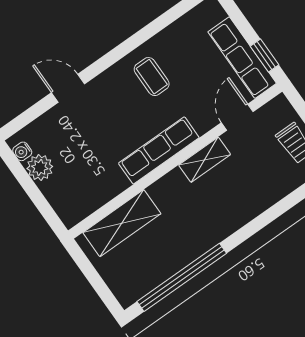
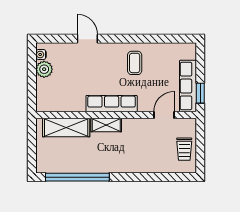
shelving: (205, 160) -> (106, 125), moved

